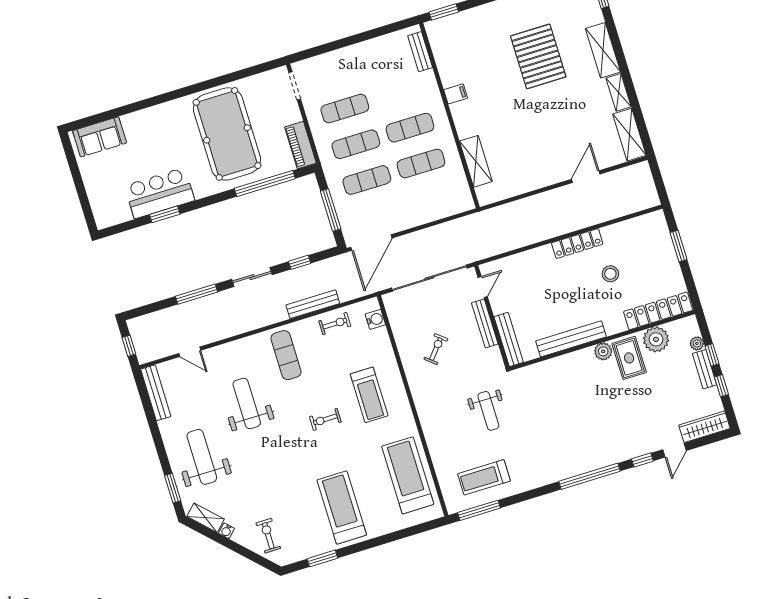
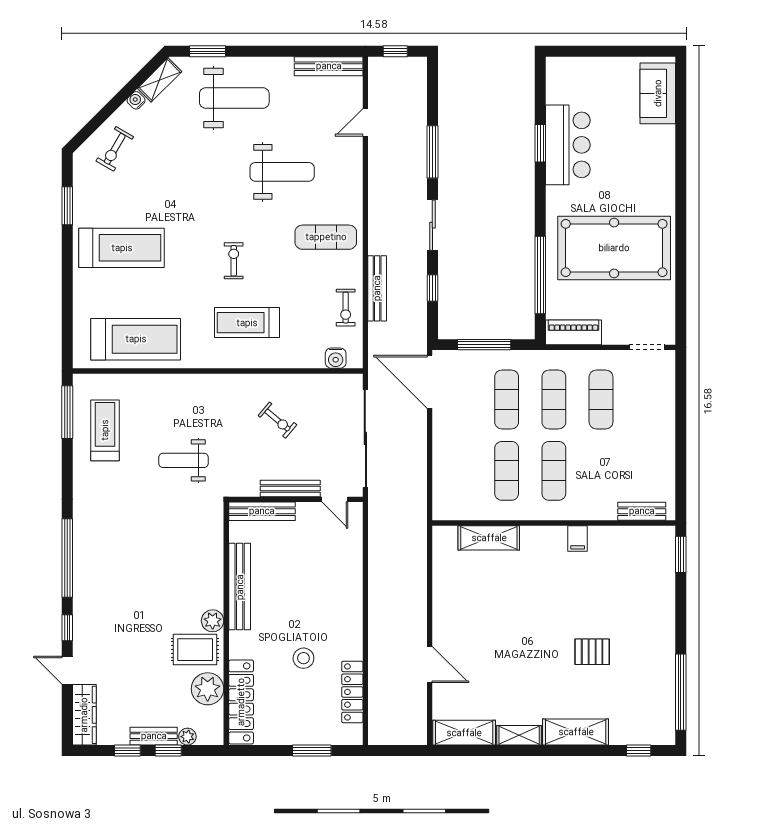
pallet: (538, 56) -> (592, 652), width x0.49, depth x0.50
locker: (577, 243) -> (352, 692), moved
exercise bike: (268, 536) -> (115, 149), turned 120

